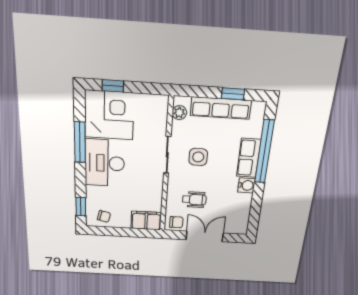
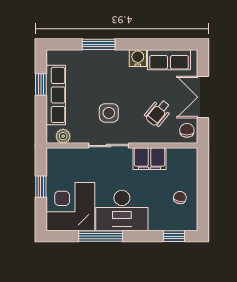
window: (113, 86) -> (41, 187), moved
window: (264, 152) -> (99, 44), width x0.47
row of seats: (249, 158) -> (169, 60), moved
wheelchair: (194, 200) -> (158, 113), turned -141
chair: (104, 216) -> (180, 198), moved
filing cabinet: (146, 220) -> (149, 159), moved, turned -90

